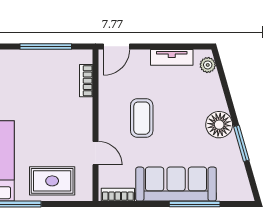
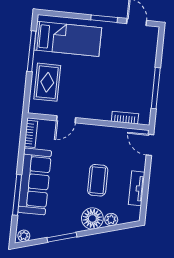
plant: (208, 65) -> (111, 220), moved
coffee table: (142, 118) -> (98, 180), moved, turned 90
floor lamp: (219, 125) -> (92, 218), moved
plant: (244, 191) -> (24, 236), added

